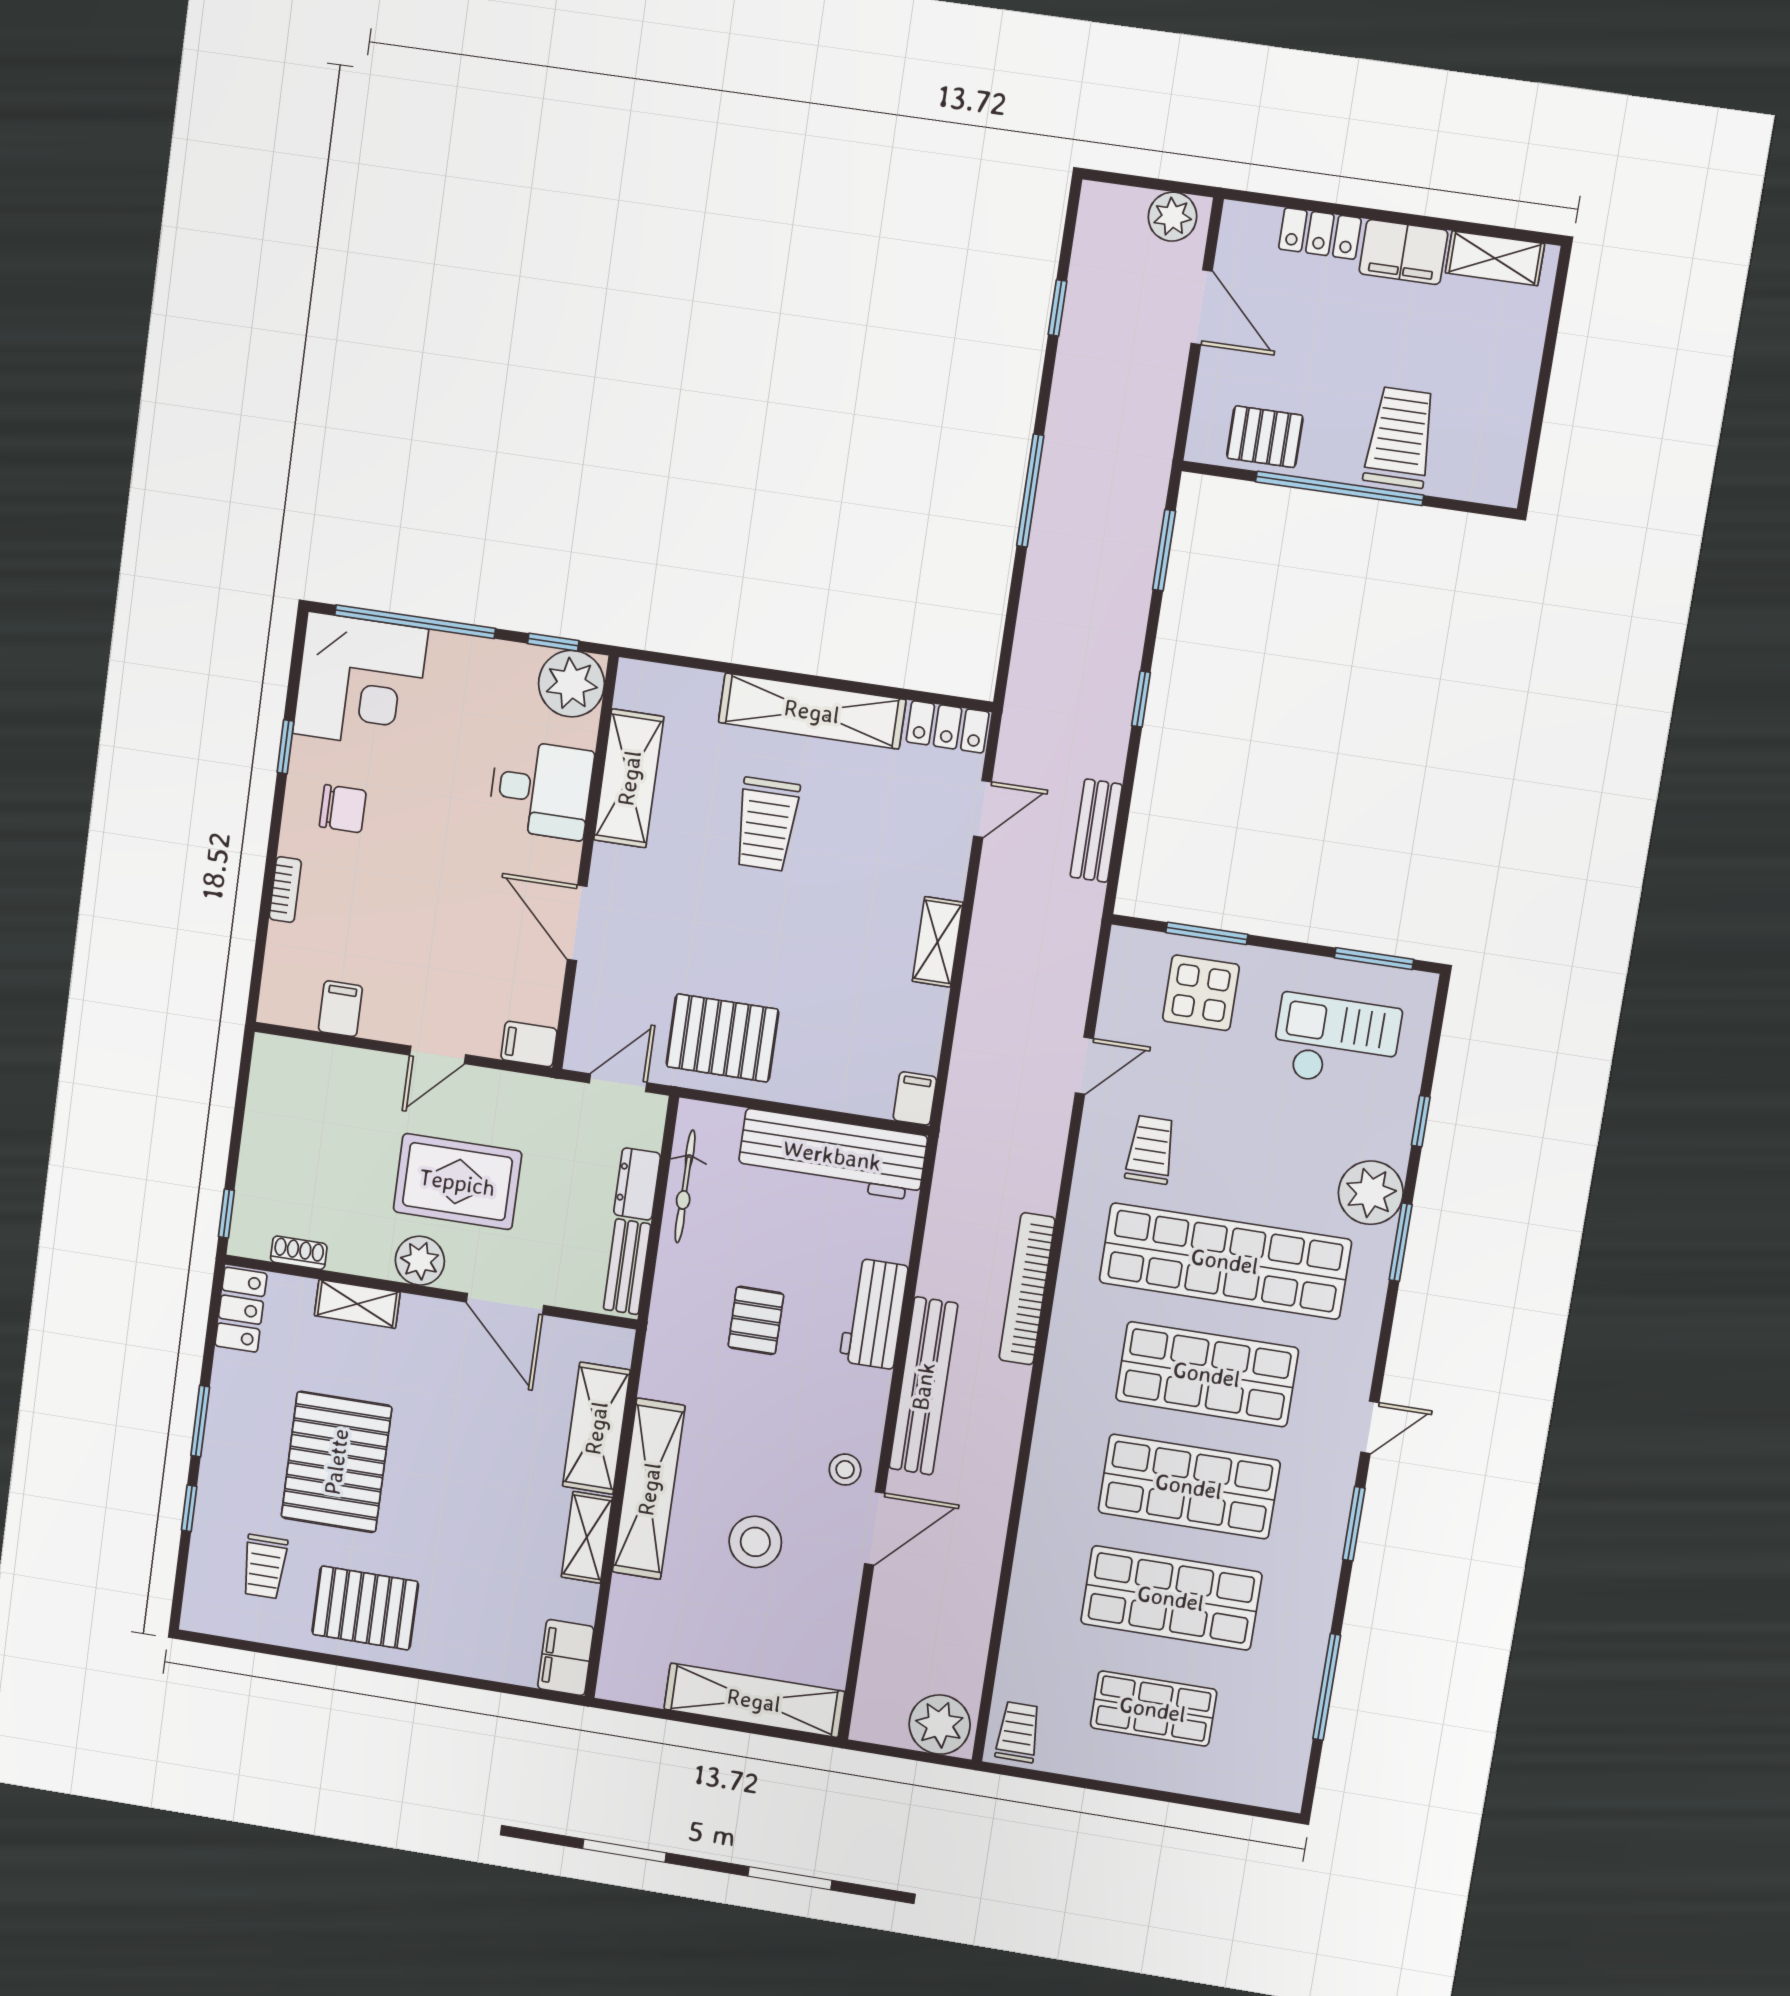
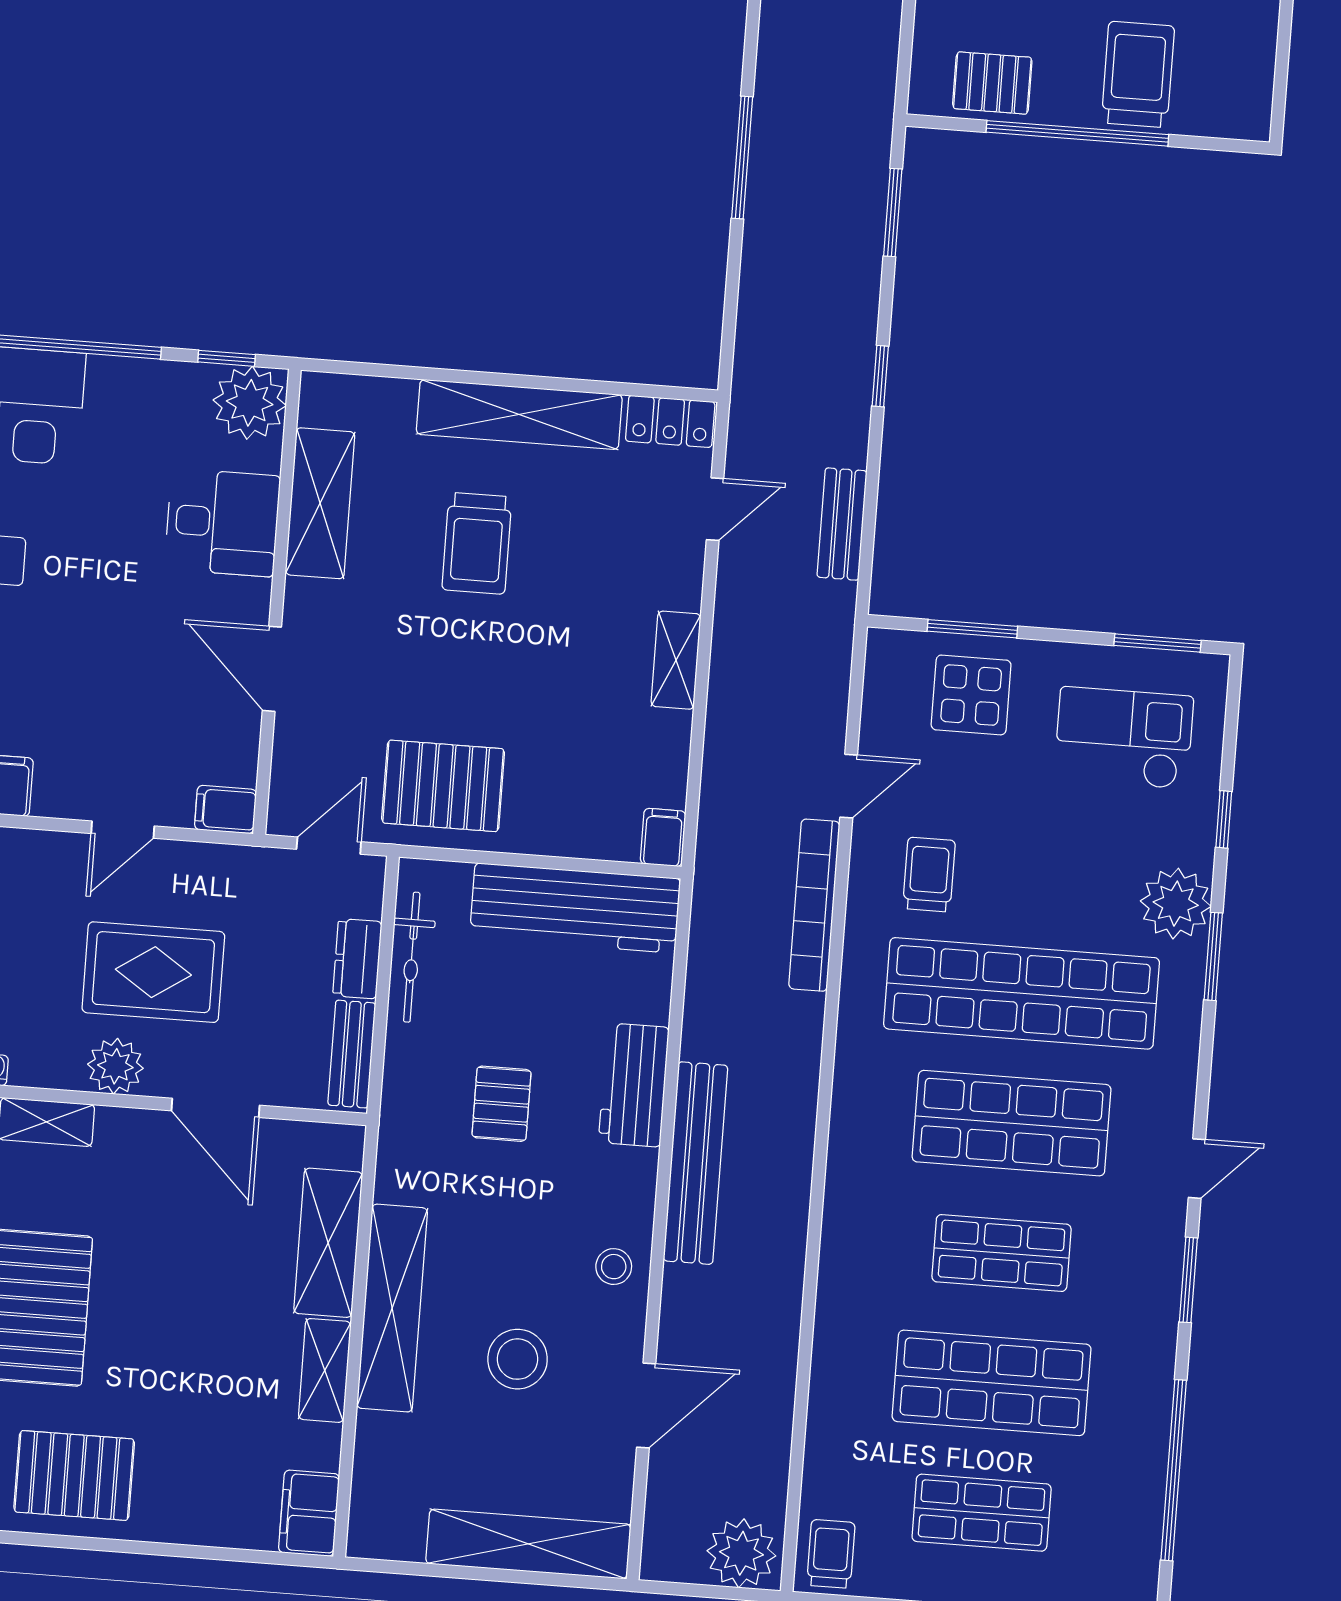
bookcase: (1027, 1289) -> (814, 905), moved
shop shelf: (1189, 1486) -> (1002, 1253), width x0.70, depth x0.74
door: (875, 1528) -> (646, 1405), moved
window: (1327, 1687) -> (1174, 1470), width x1.46

